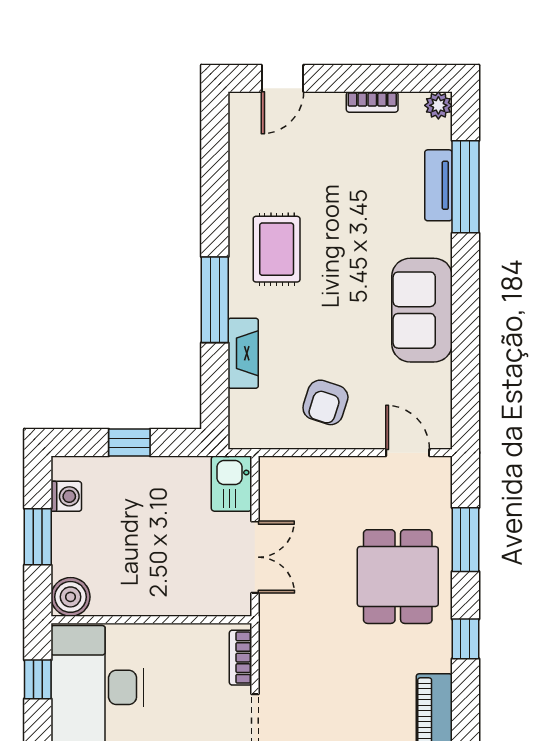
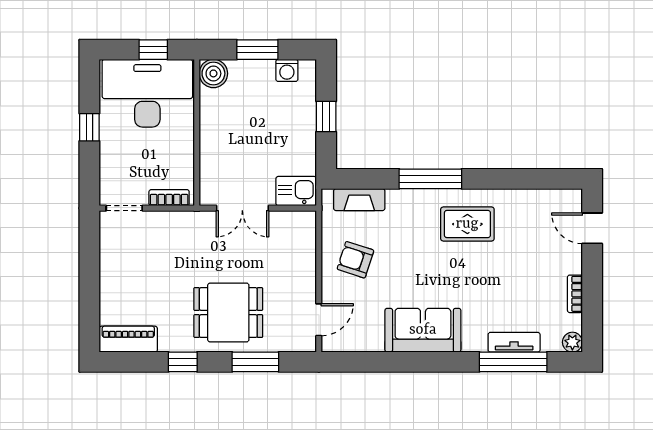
fireplace: (243, 353) -> (359, 200), moved

